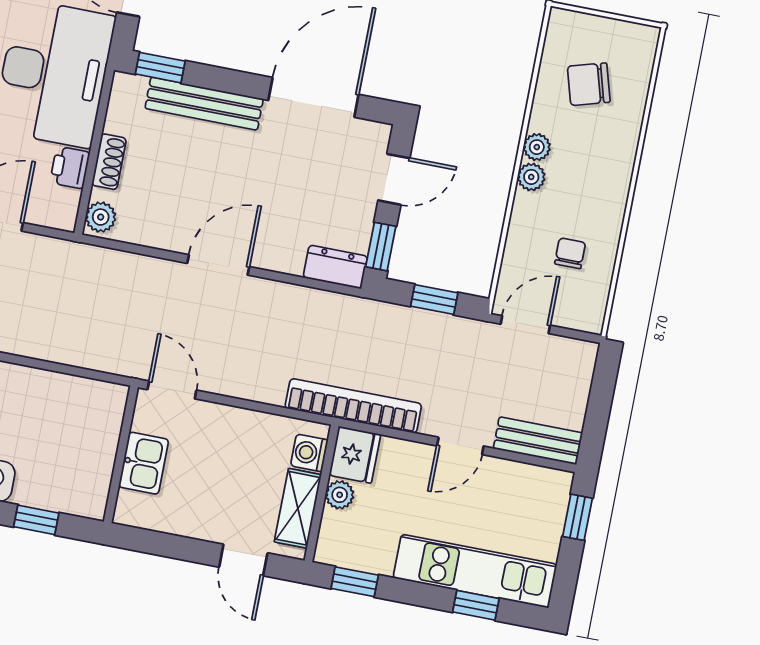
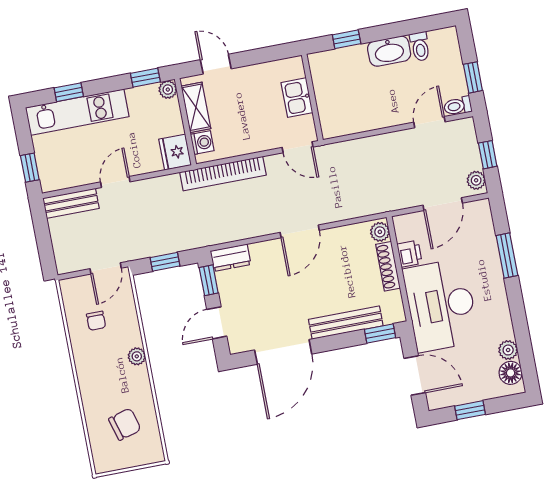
plant: (537, 147) -> (141, 375), removed
shoe rack: (109, 162) -> (388, 266), width x1.43
bookcase: (353, 406) -> (223, 174), moved
plant: (340, 495) -> (168, 90), moved

